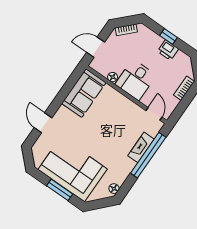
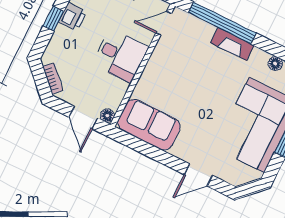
floor lamp: (113, 77) -> (107, 116), moved
fireplace: (141, 147) -> (232, 44), moved

